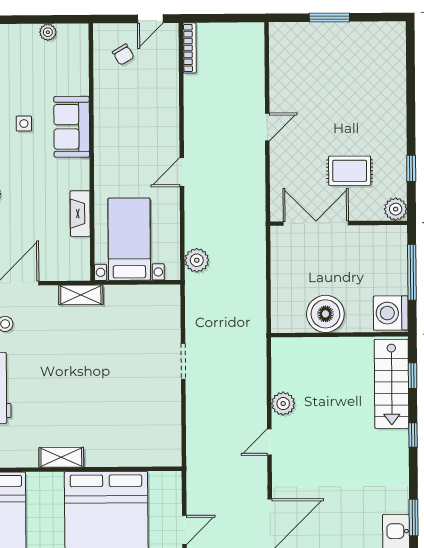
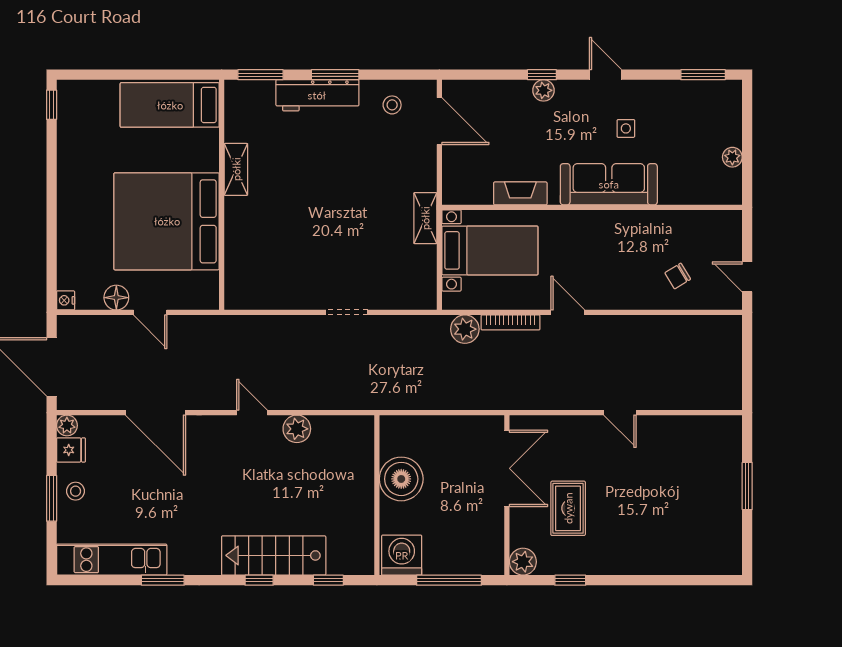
bookcase: (190, 48) -> (510, 322), moved
chair: (123, 55) -> (678, 276), moved
sofa: (72, 127) -> (609, 184), width x1.36
shelving: (81, 295) -> (425, 218), moved
stairs: (392, 384) -> (274, 555), moved

